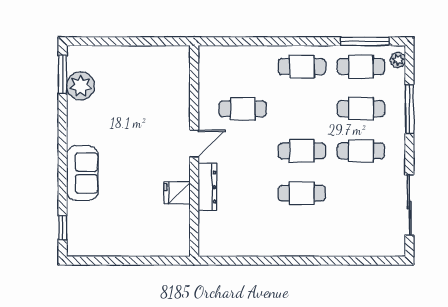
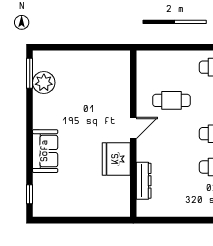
dresser: (207, 187) -> (144, 181), moved
fridge: (177, 193) -> (116, 159), width x1.88, depth x1.34

